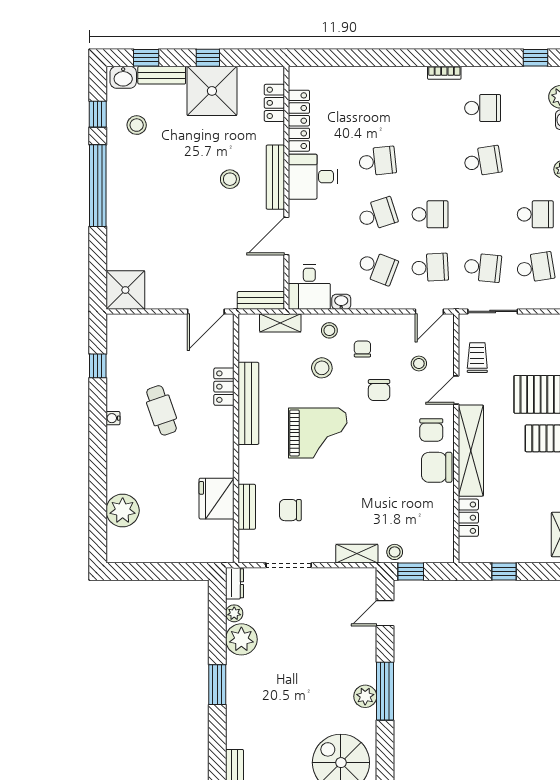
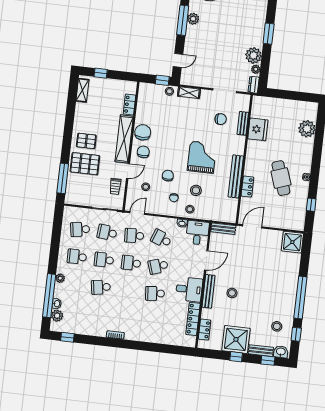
school desk: (483, 108) -> (104, 260), moved
shelving: (280, 323) -> (215, 216), removed
cafe table: (162, 410) -> (281, 178), width x1.37, depth x1.35
grand piano: (318, 433) -> (202, 157), turned 90
chair: (437, 467) -> (143, 132), turned -90
window: (504, 571) -> (101, 73), moved

